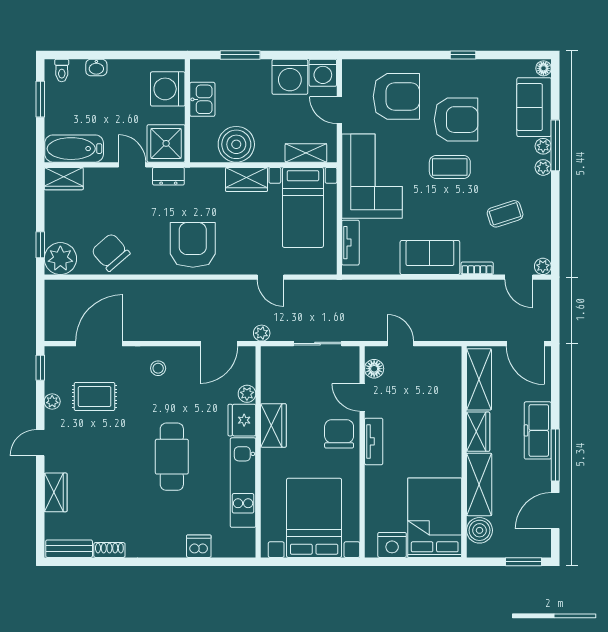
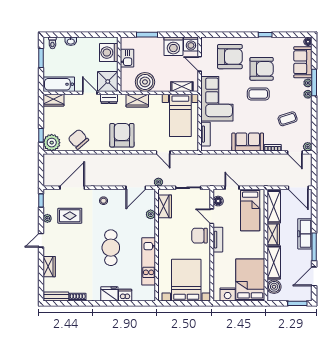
wardrobe: (246, 179) -> (137, 101), moved
bed: (434, 386) -> (250, 210), added
fridge: (242, 420) -> (109, 294), moved, turned 90
wardrobe: (273, 425) -> (165, 206), moved
chair: (339, 434) -> (200, 236), turned -90

